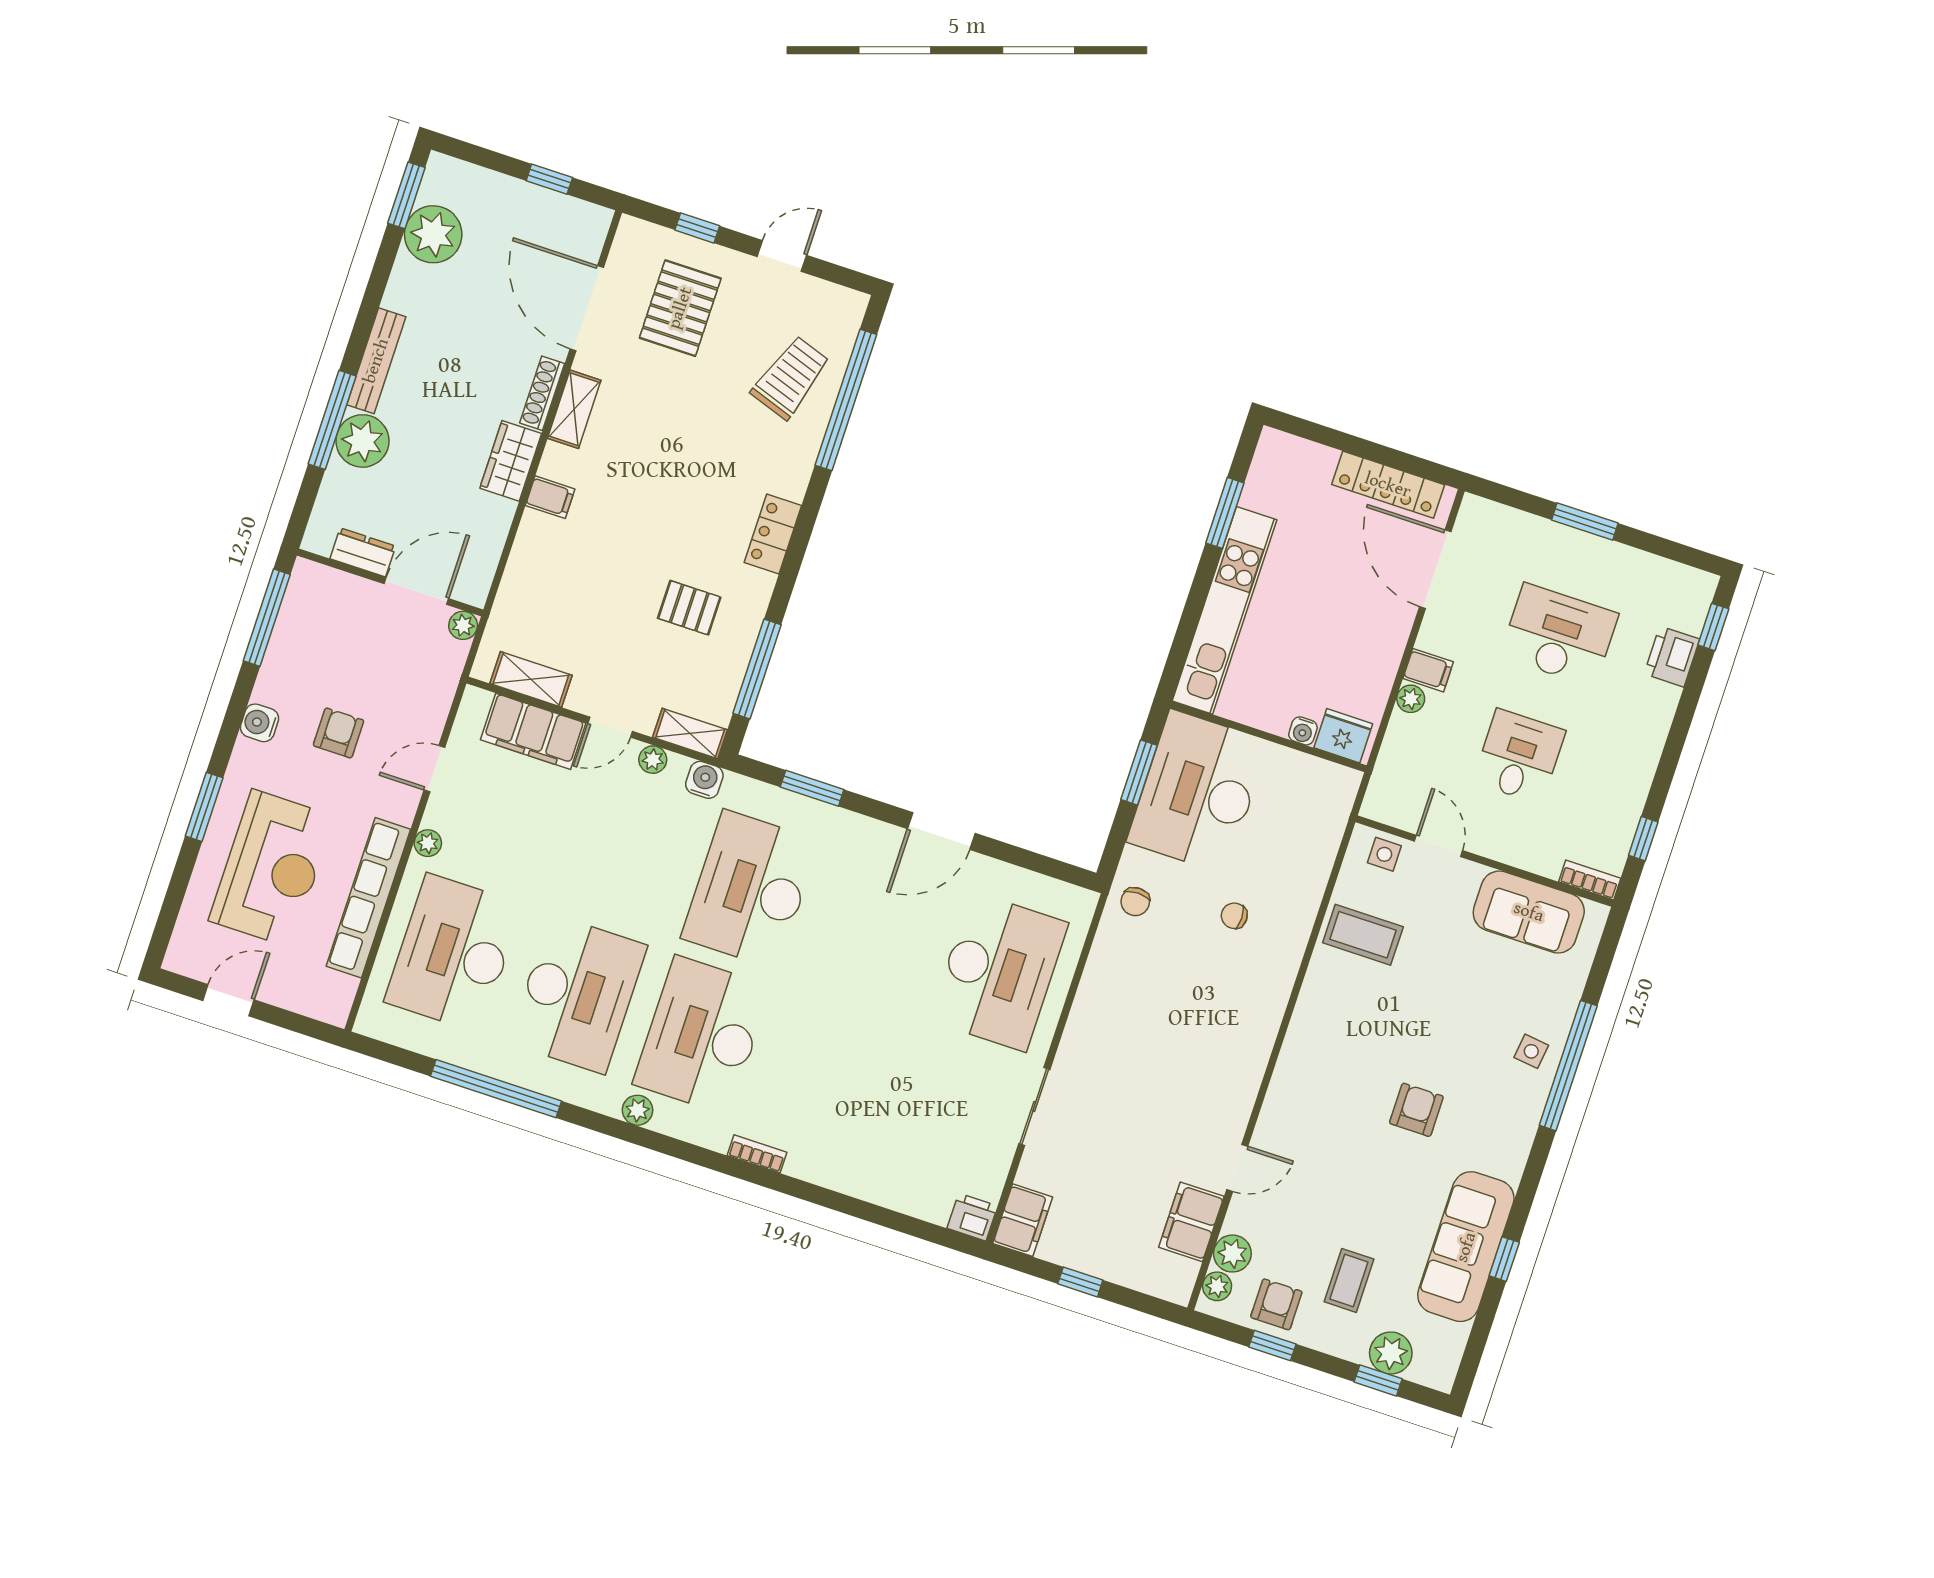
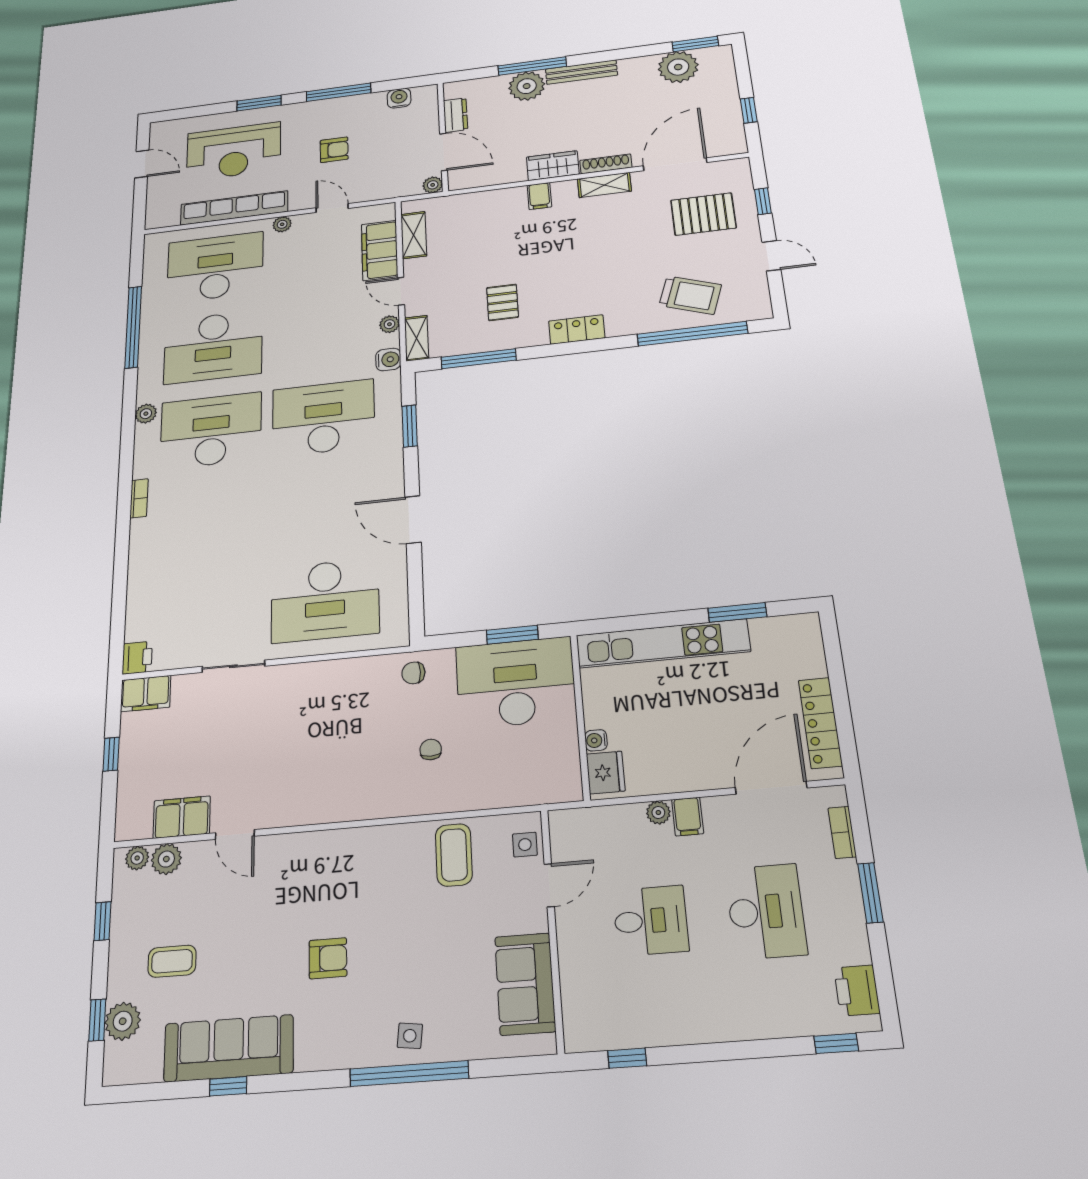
window: (267, 618) -> (338, 92), moved
printer: (1672, 657) -> (857, 990), moved, turned -90
water cooler: (259, 723) -> (399, 98), moved
bookcase: (1590, 880) -> (842, 832), moved, turned 180
armchair: (1276, 1304) -> (136, 911), removed

